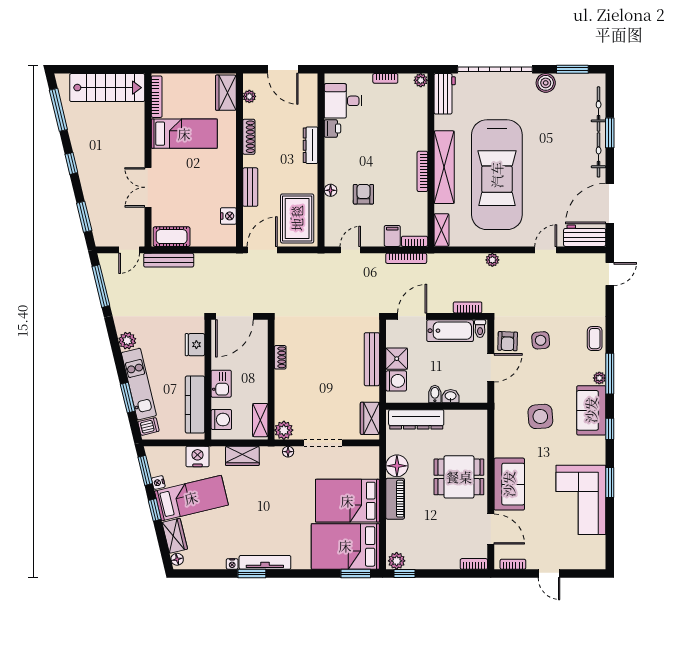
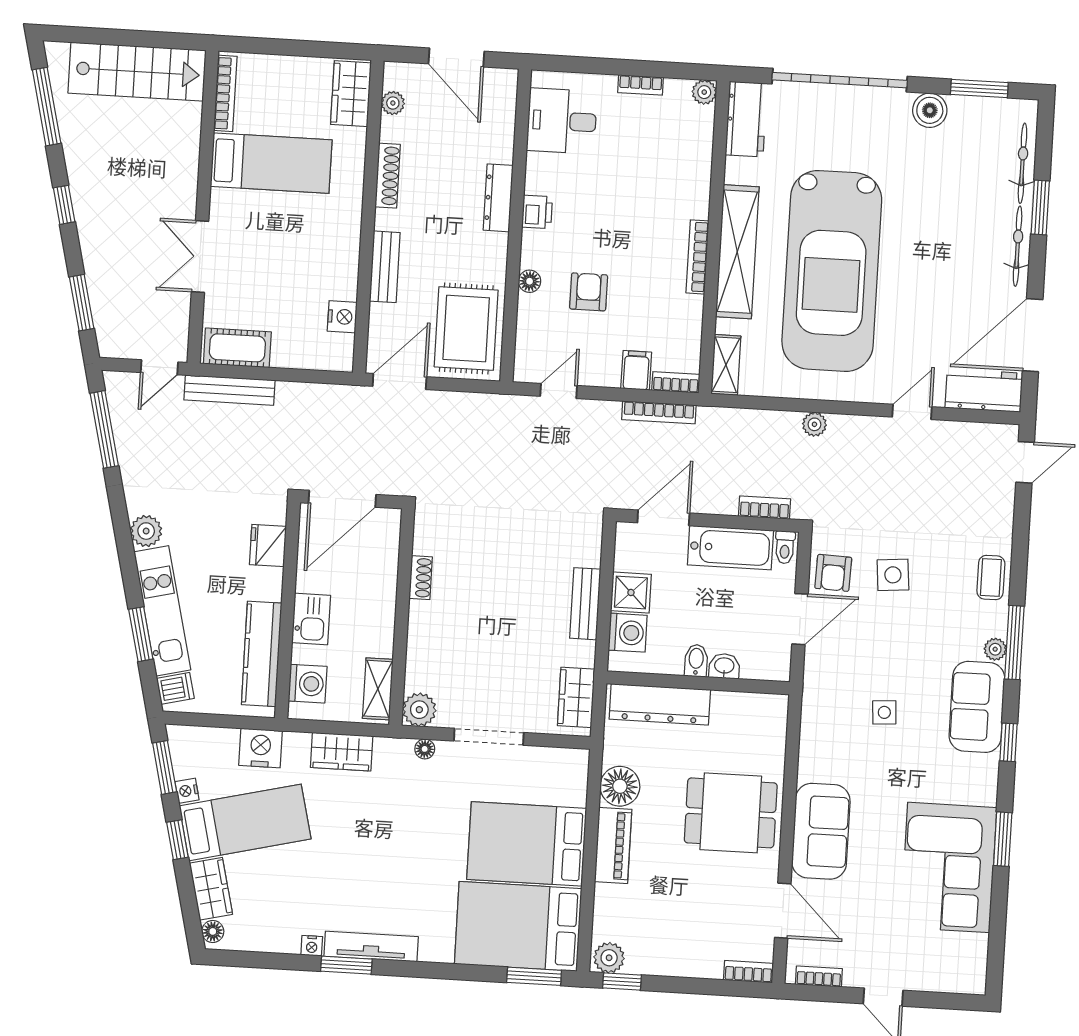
printer: (332, 128) -> (537, 212), moved
bench: (372, 359) -> (585, 604), width x0.73
side table: (540, 416) -> (884, 712), width x0.54, depth x0.54

